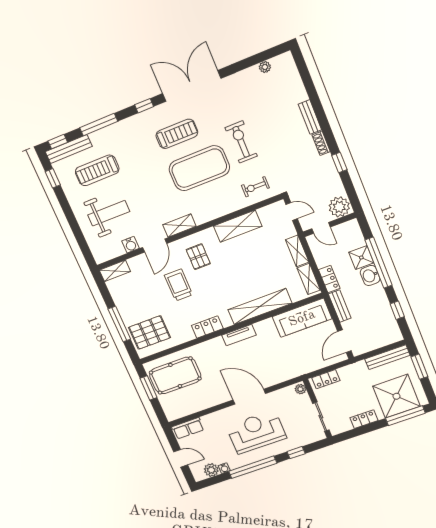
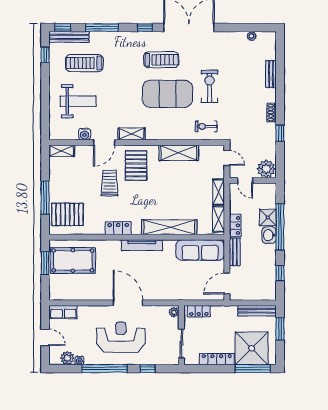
bench: (310, 117) -> (271, 74), moved
pallet: (198, 257) -> (136, 166), width x1.50, depth x1.42
tv unit: (239, 335) -> (142, 245), width x1.41
locker: (364, 419) -> (217, 359), width x1.53

